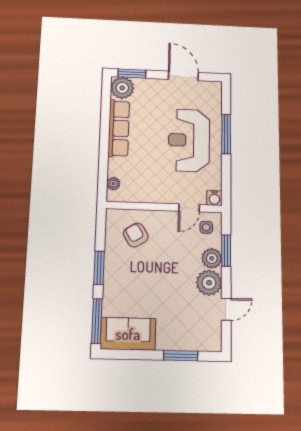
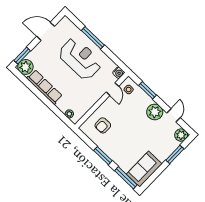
reception desk: (189, 140) -> (80, 59), turned 180
armchair: (136, 235) -> (103, 125), turned -58
plant: (212, 258) -> (181, 135), moved

